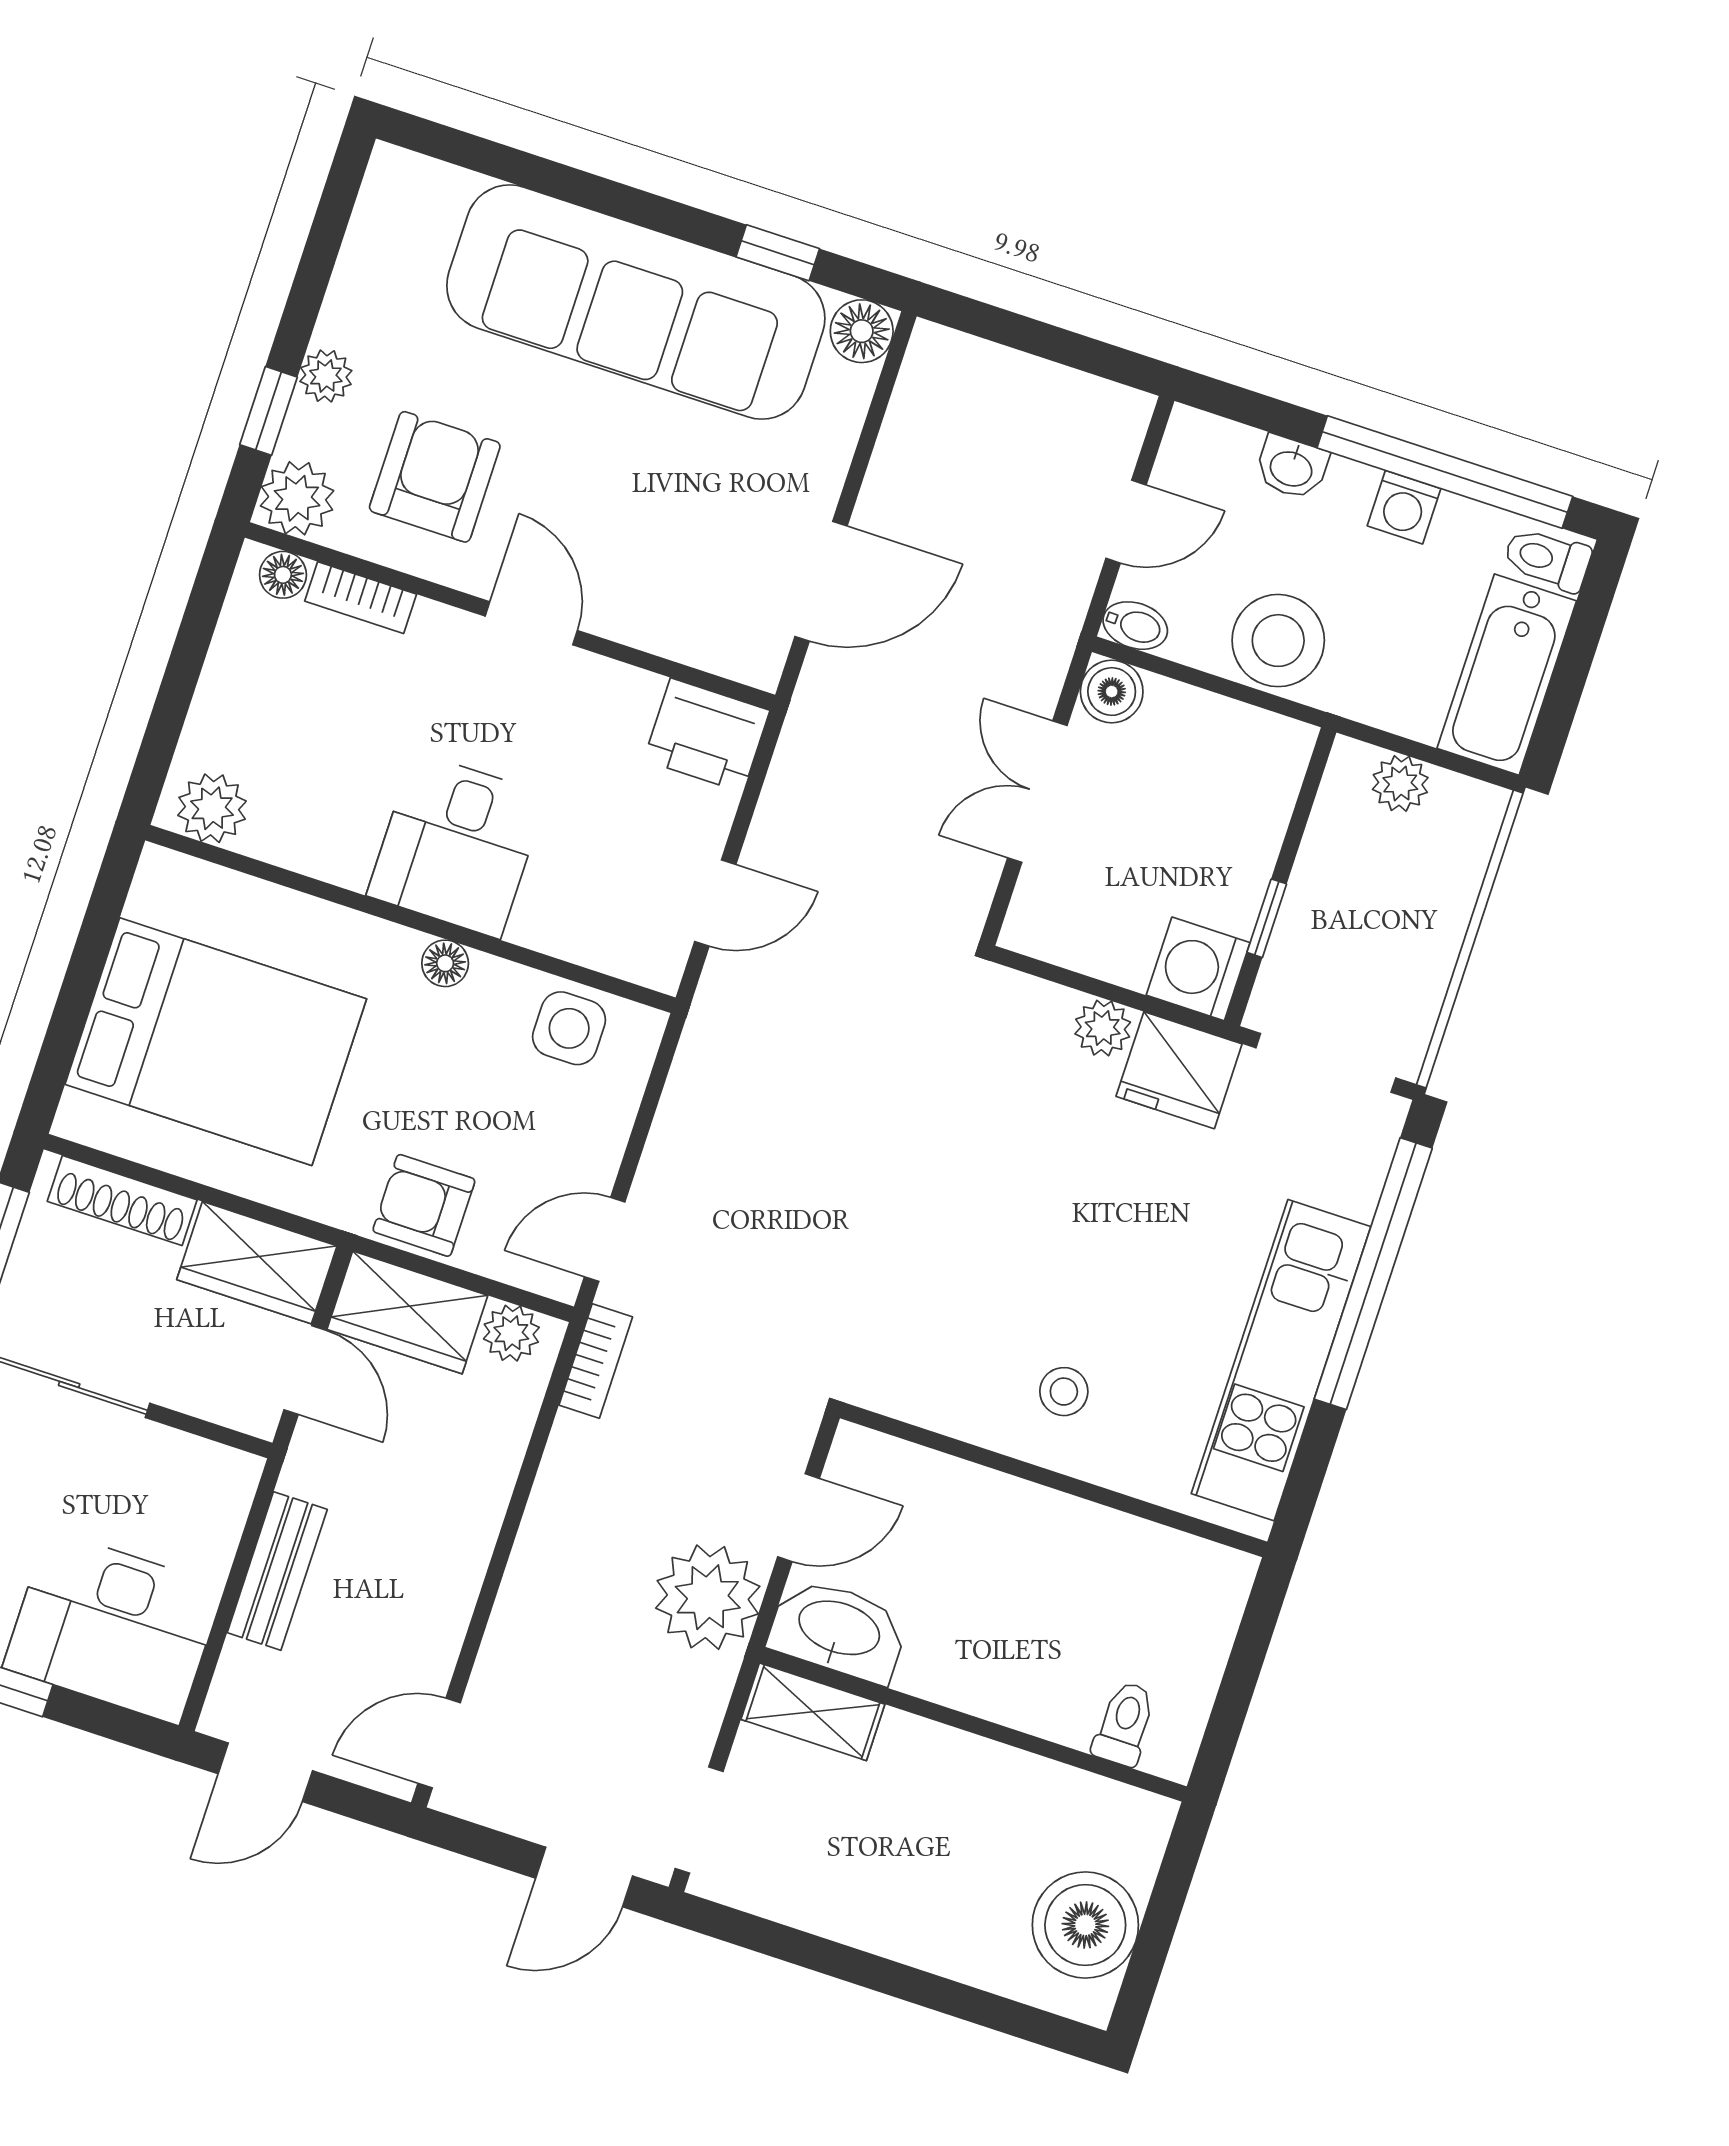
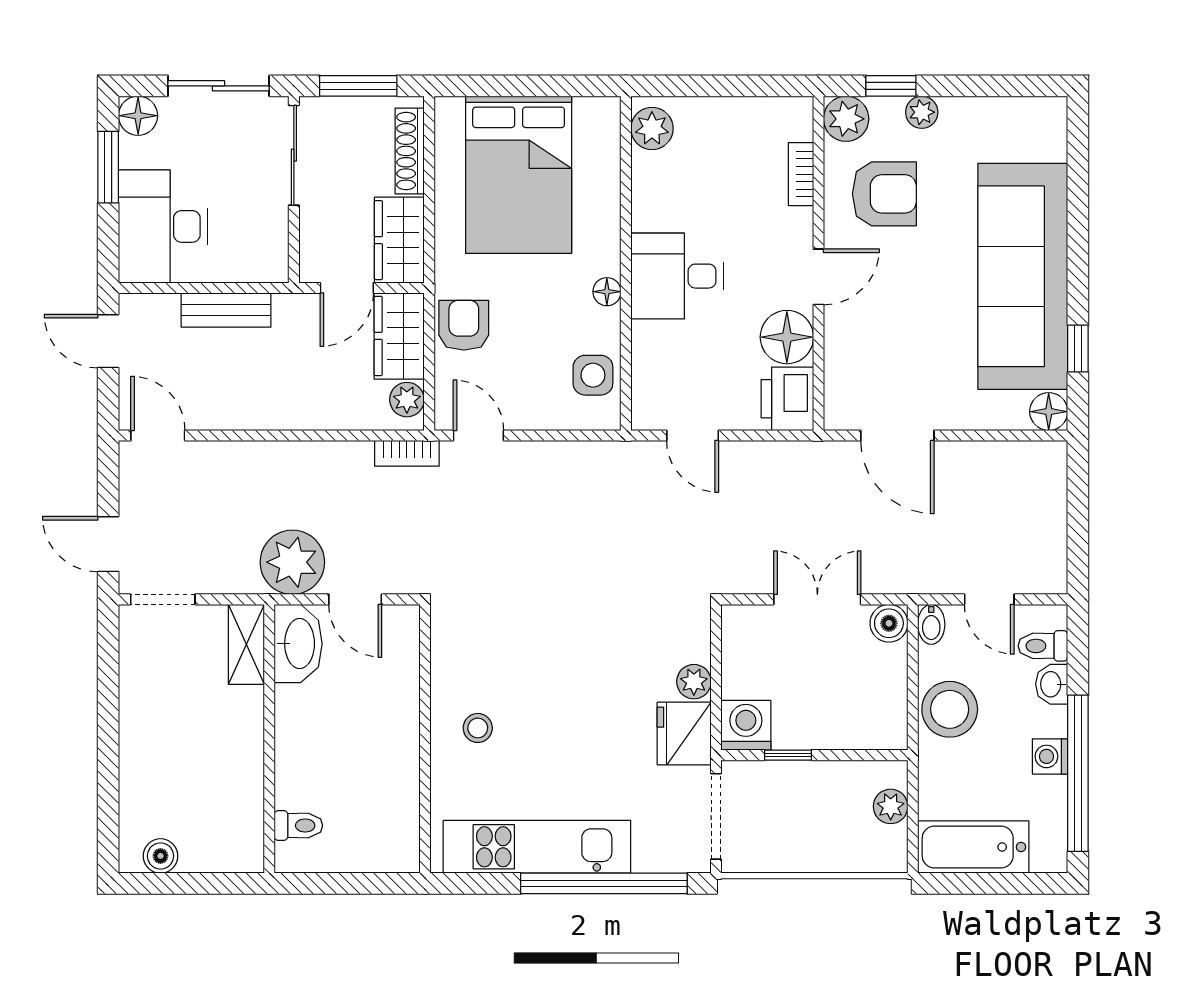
toilet: (1547, 559) -> (1043, 646), moved, turned -90
floor lamp: (283, 575) -> (787, 337), moved, width x1.89, depth x1.89
boiler: (1085, 1925) -> (160, 856), width x0.54, depth x0.54

